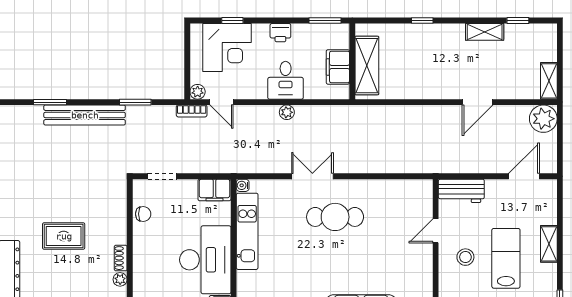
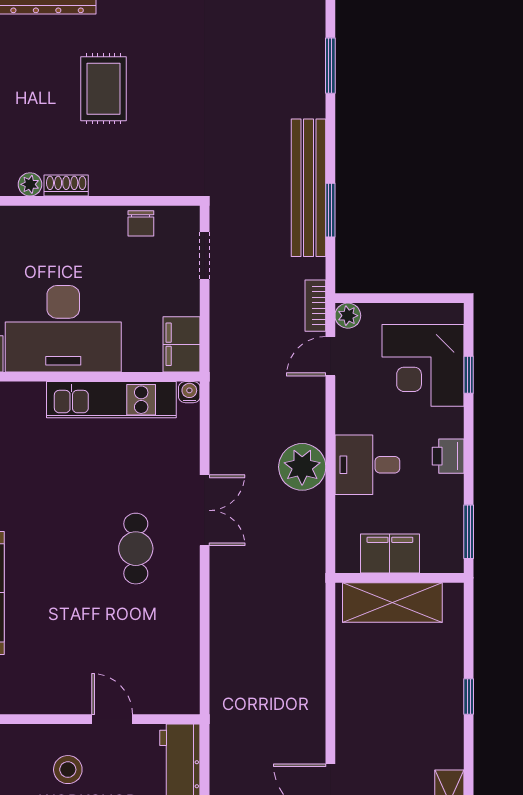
plant: (287, 112) -> (302, 467), width x1.88, depth x1.88
bench: (85, 115) -> (309, 188), moved
cafe table: (335, 217) -> (136, 549), width x0.73, depth x0.74

